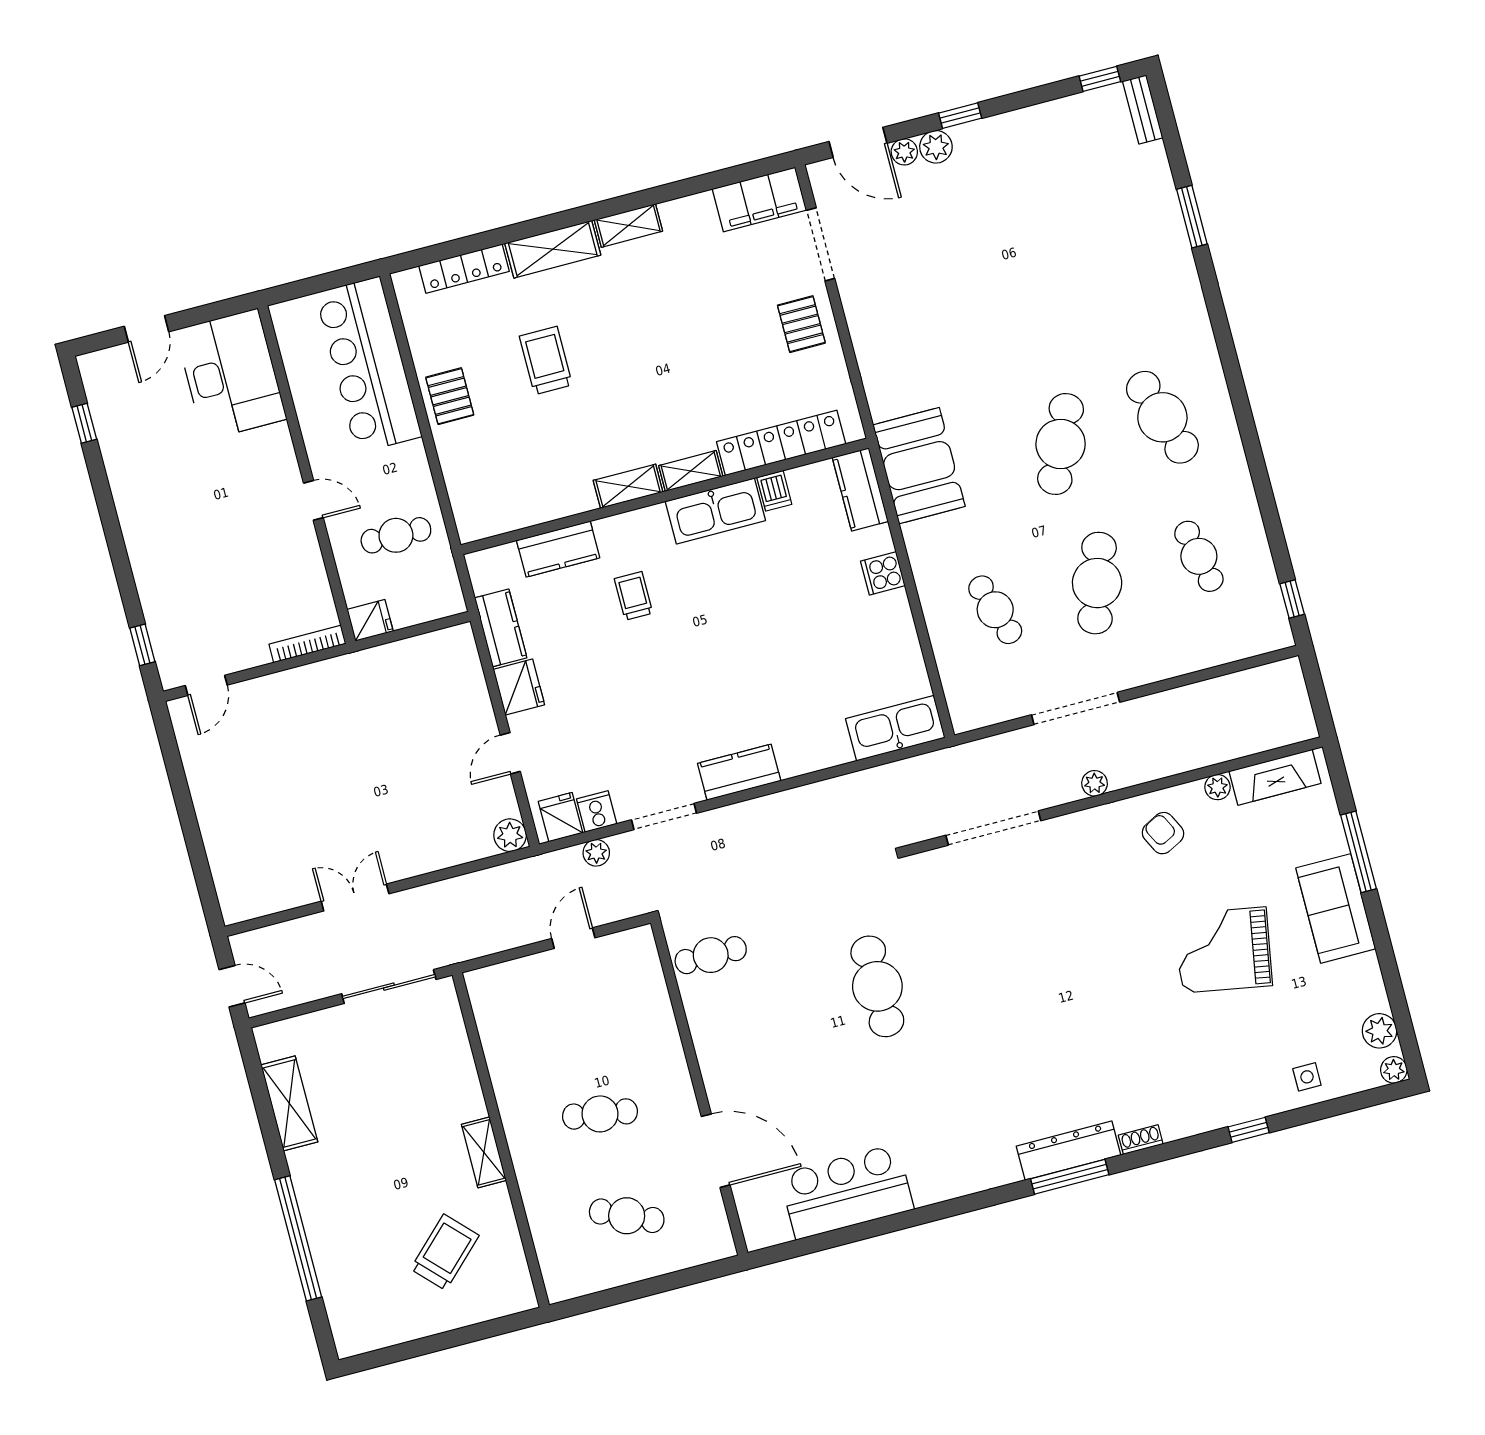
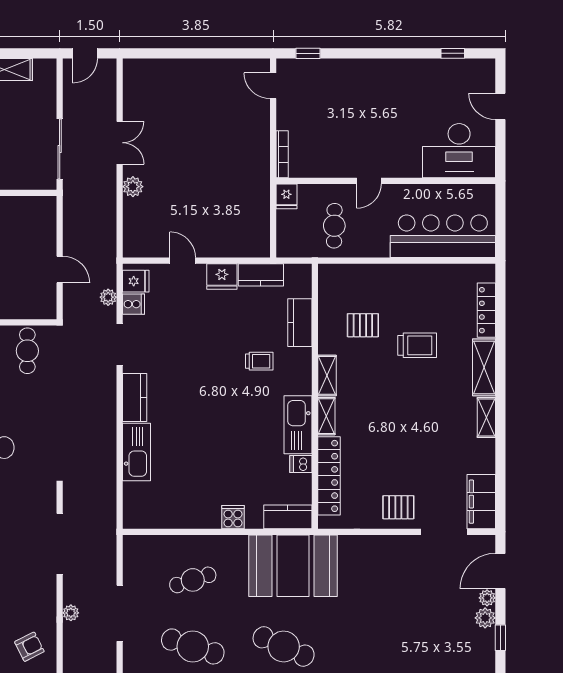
pallet: (450, 396) -> (363, 325), moved
booth: (919, 466) -> (293, 566), width x1.36, depth x1.42
kitchen sink: (895, 728) -> (136, 452), moved
plant: (510, 835) -> (133, 187), moved

